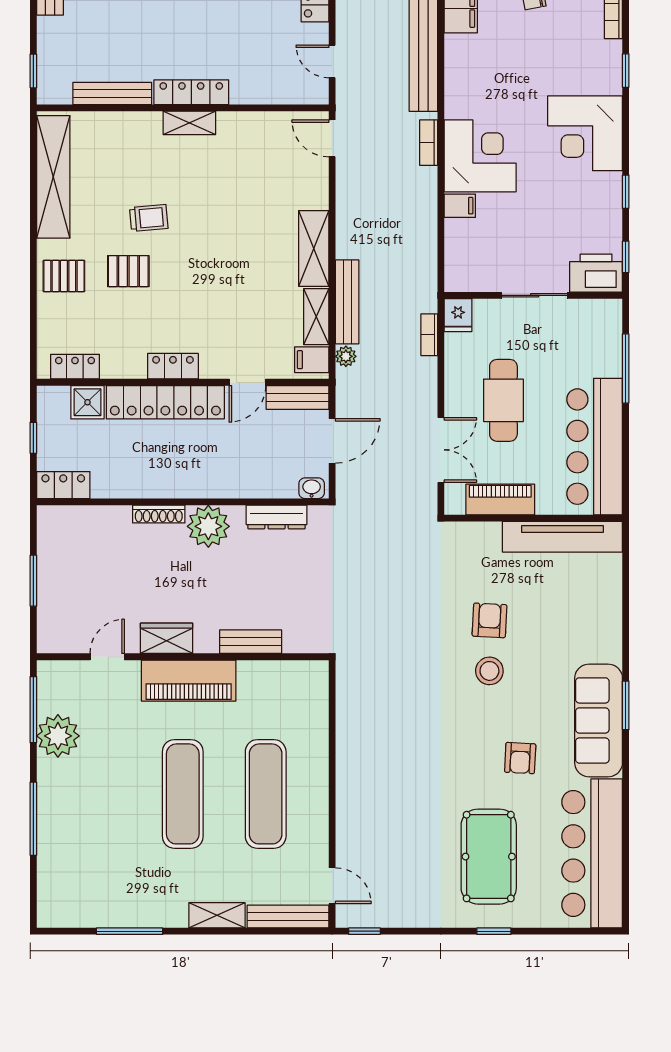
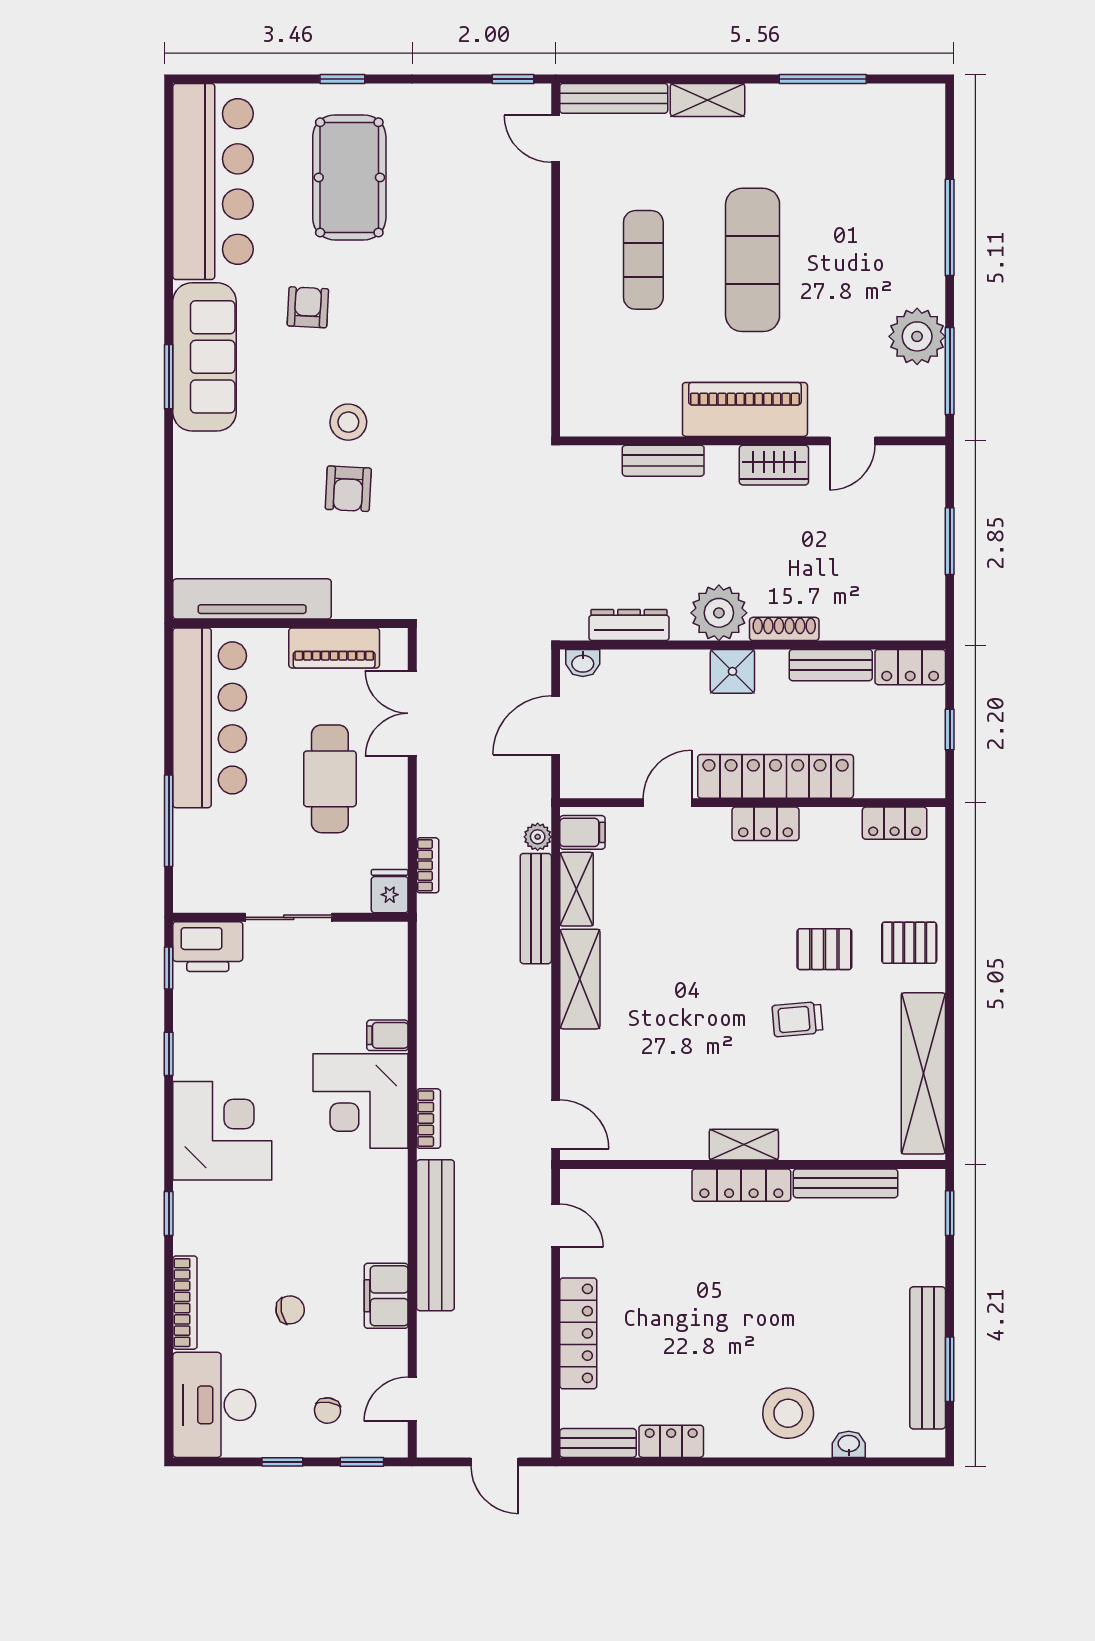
bench: (298, 397) -> (831, 665), moved
shower: (87, 402) -> (732, 671), moved
exercise mat: (266, 794) -> (643, 260), width x0.73, depth x0.69

